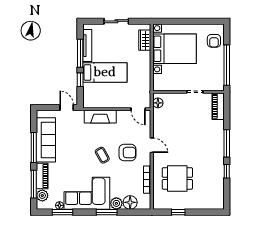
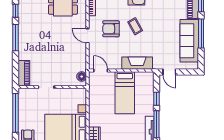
bed: (105, 72) -> (125, 93), moved, turned -90

